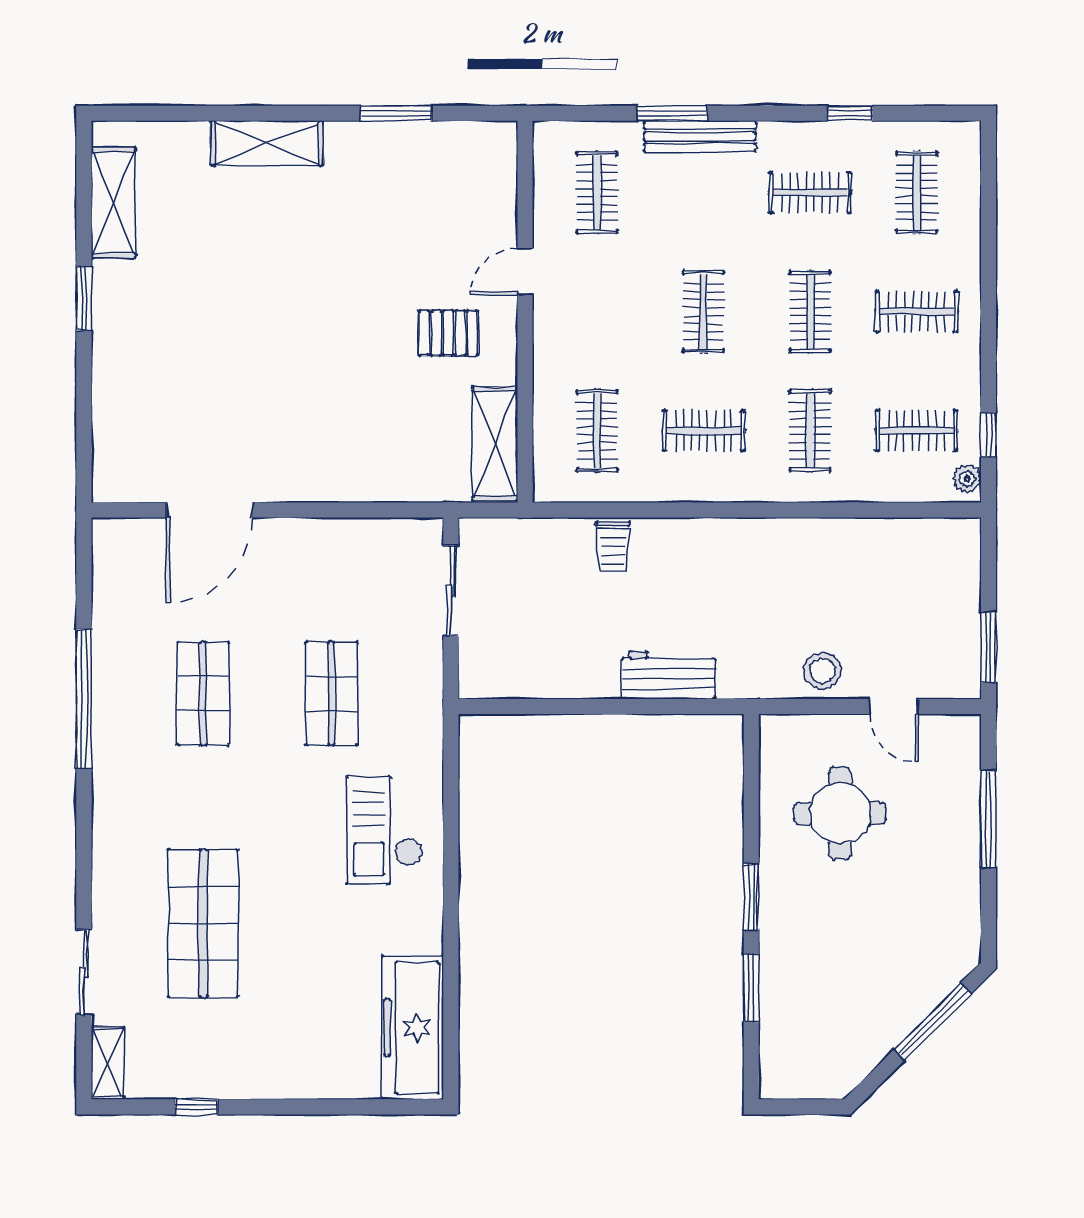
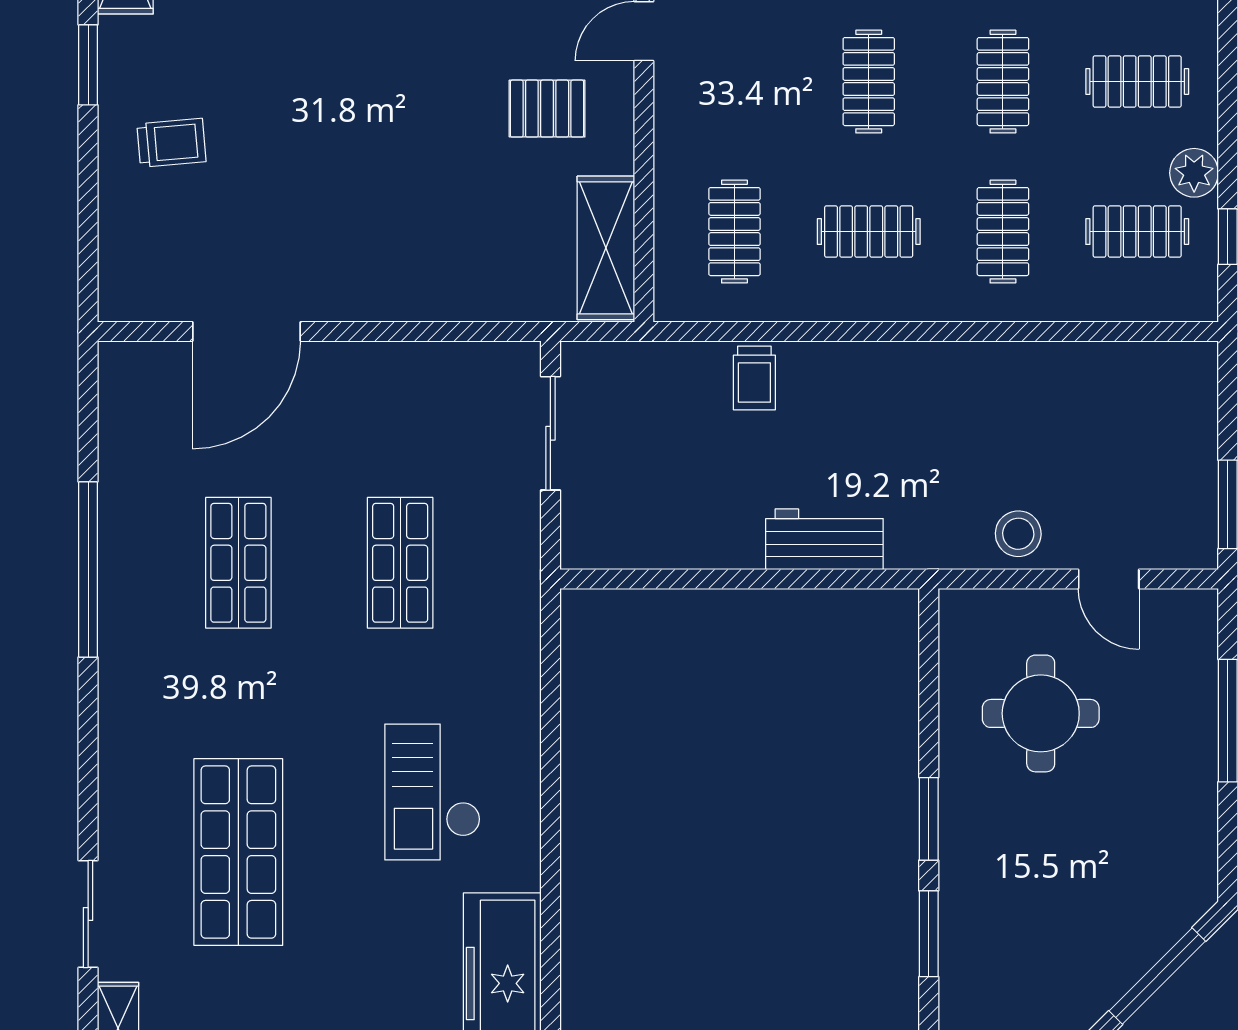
trolley: (150, 360) -> (171, 143), added
plant: (967, 479) -> (1194, 173), moved, width x1.38, depth x1.38
checkout: (384, 830) -> (433, 792), moved

